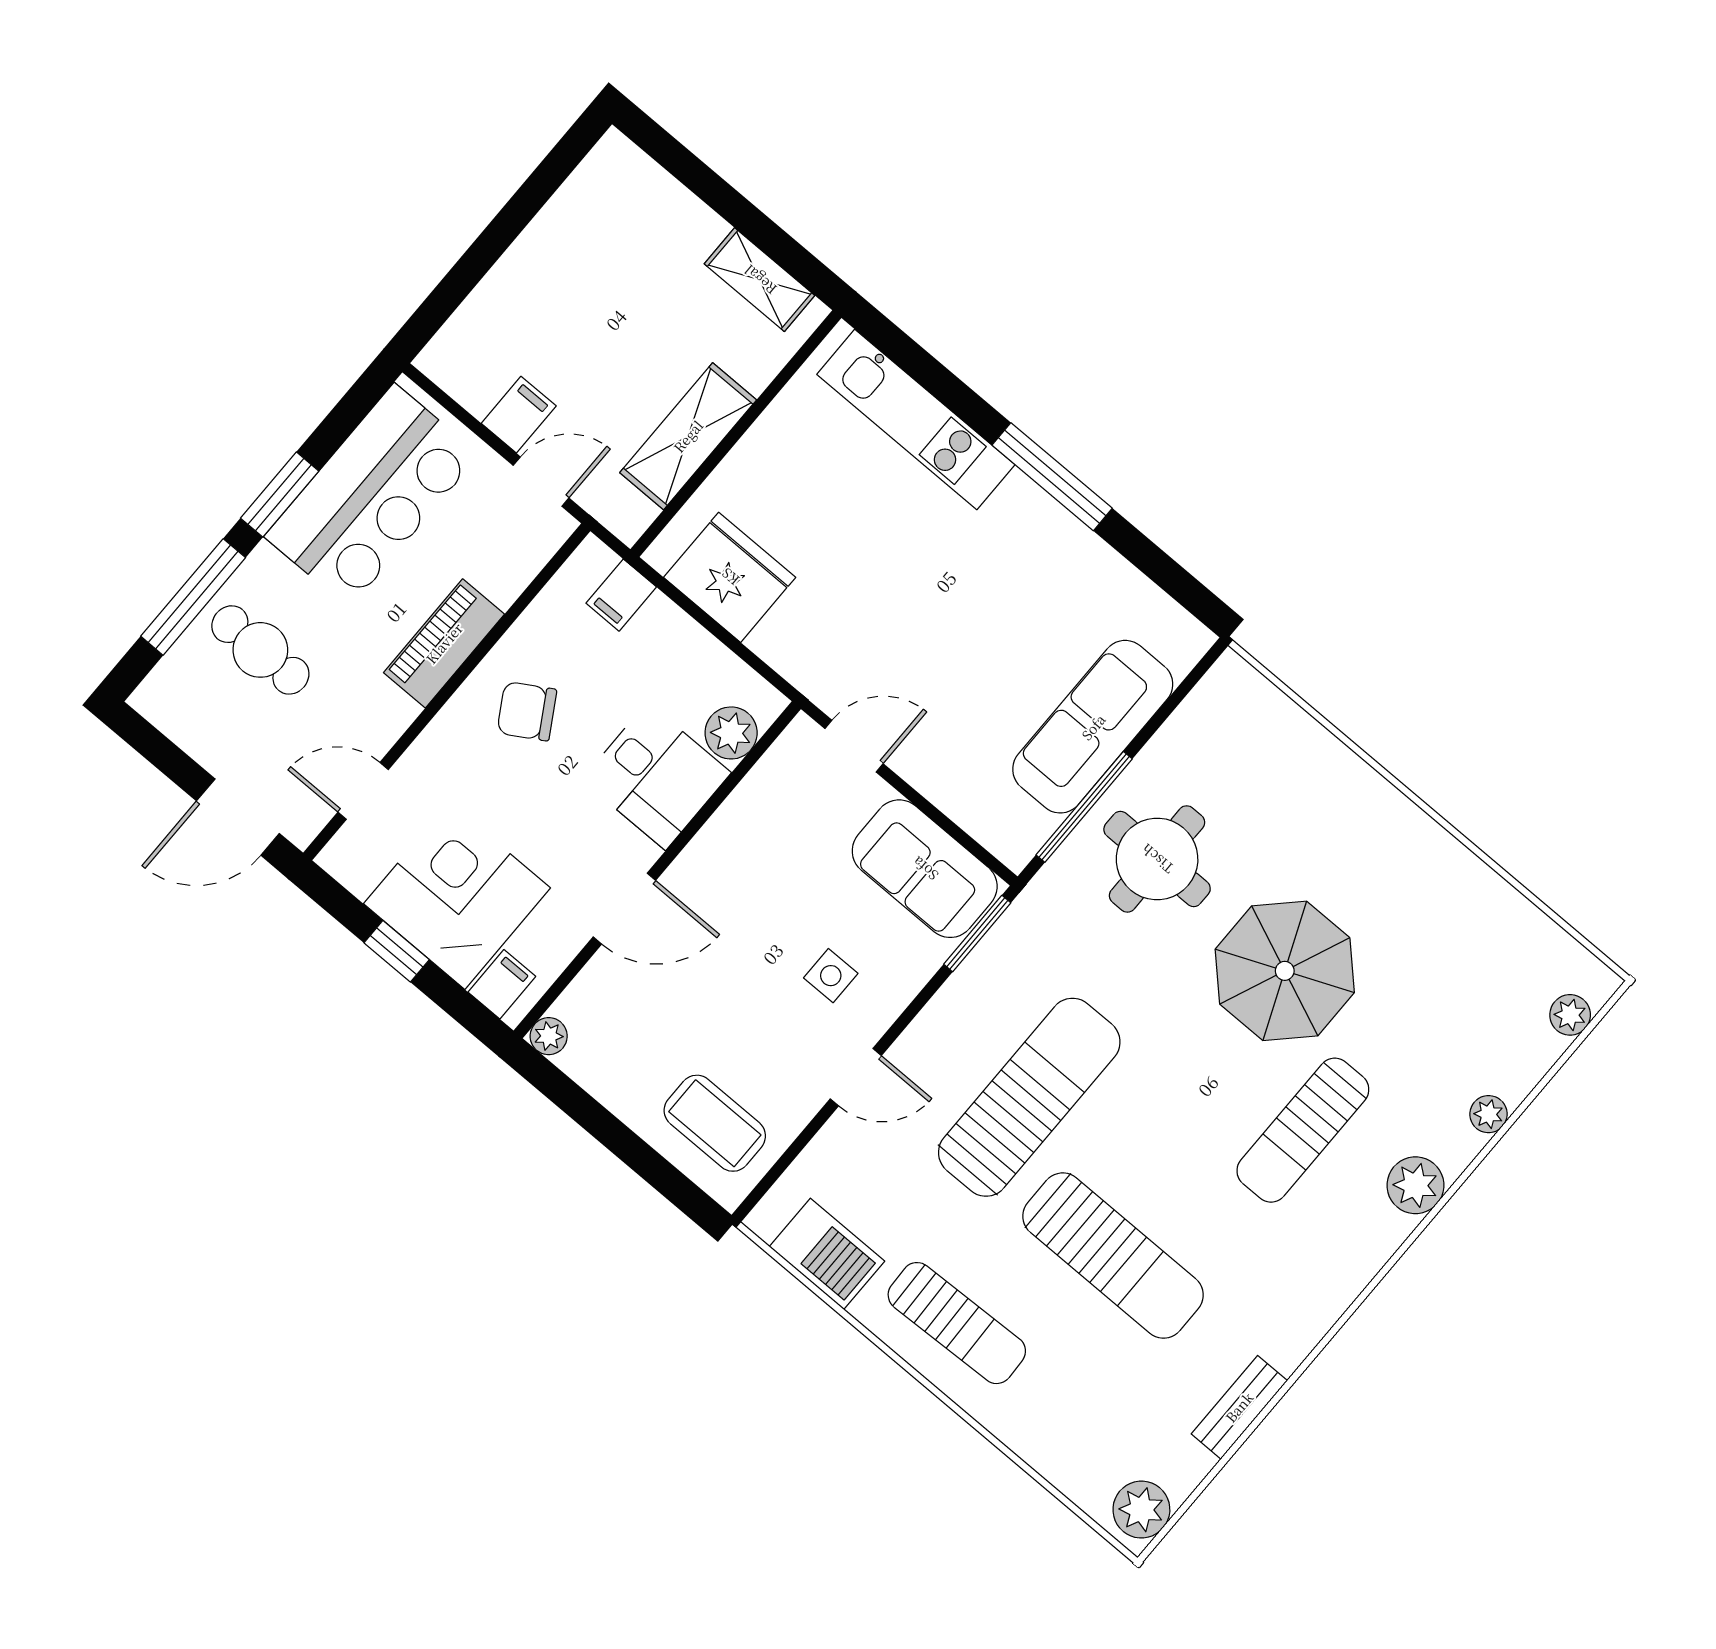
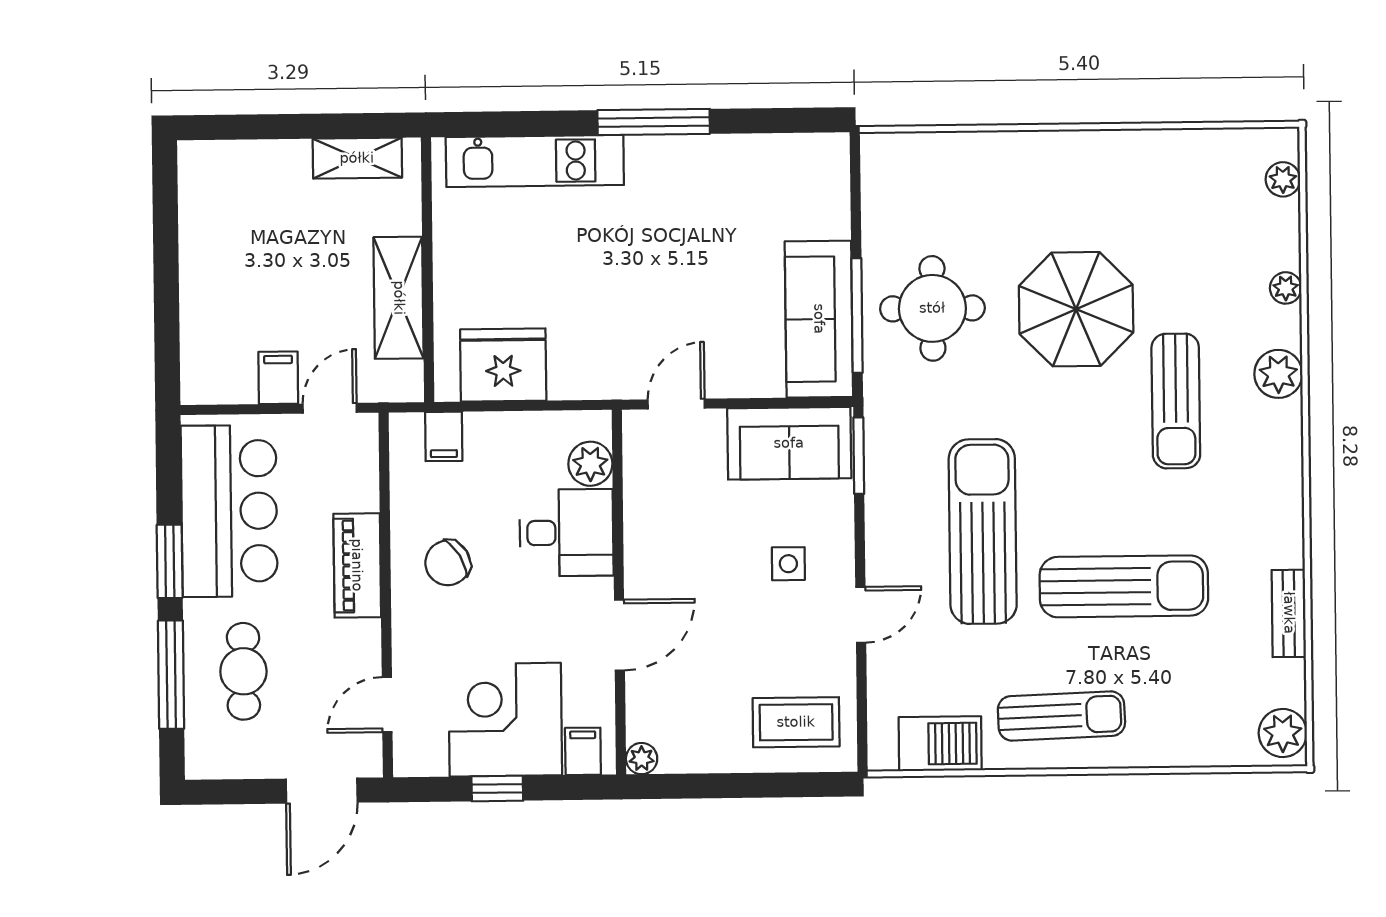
cafe table: (260, 650) -> (243, 671), turned 90
sofa: (1093, 727) -> (819, 319), moved

